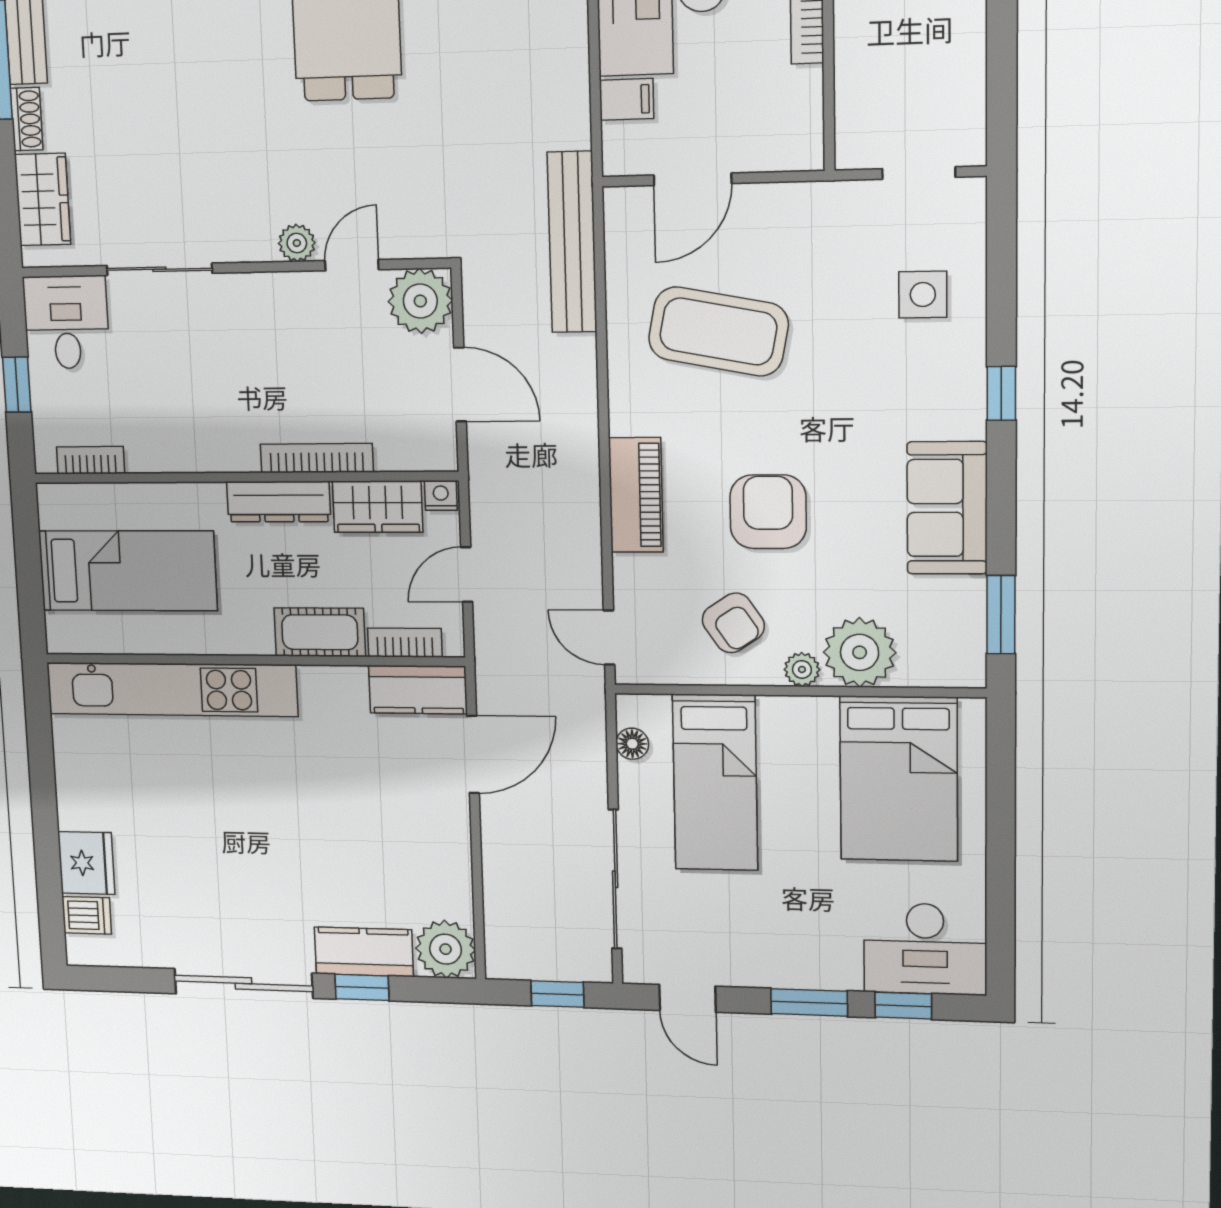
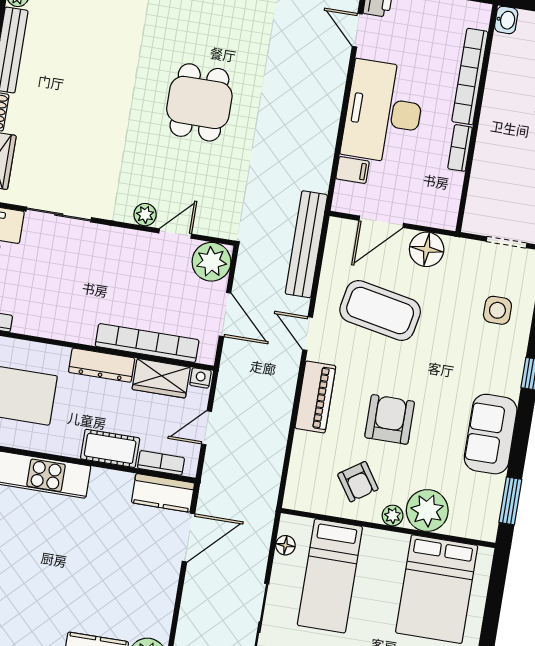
floor lamp: (780, 212) -> (427, 249), added
bookcase: (317, 458) -> (147, 343), width x1.48, depth x1.31
door: (609, 638) -> (308, 334), moved

